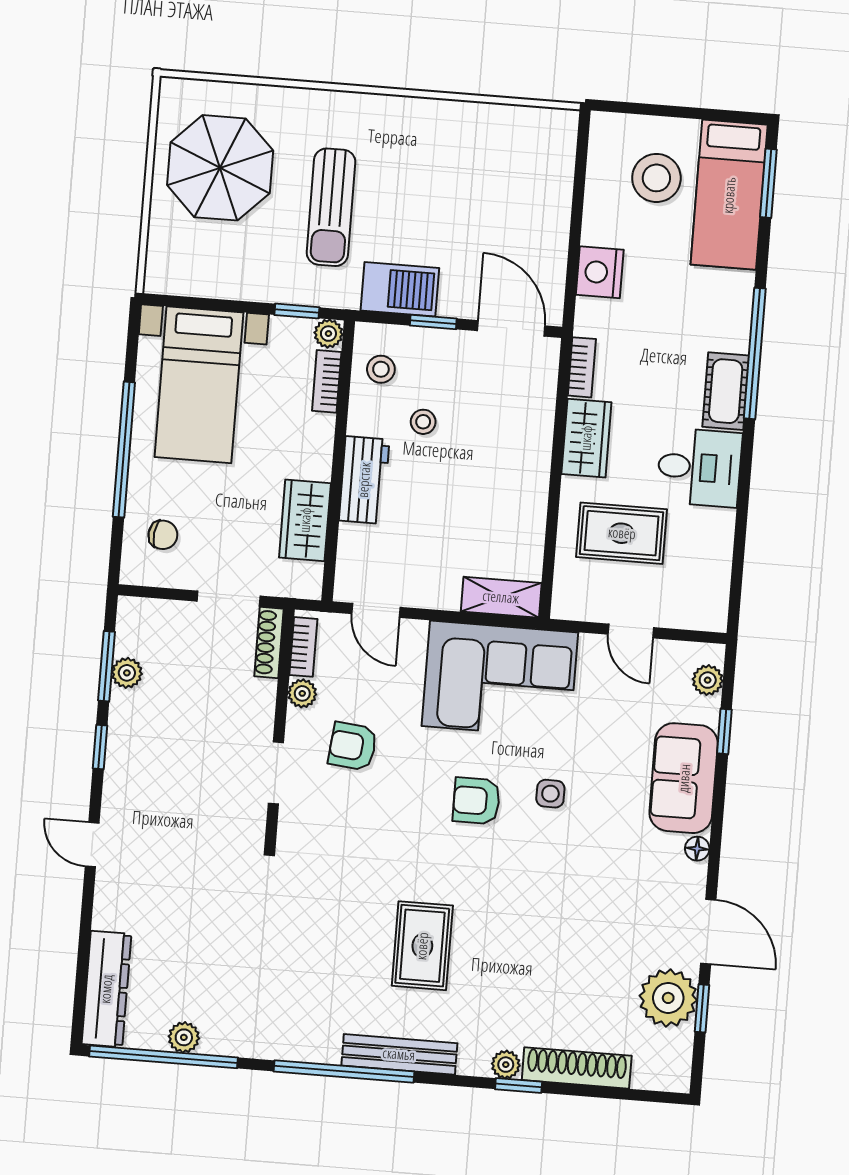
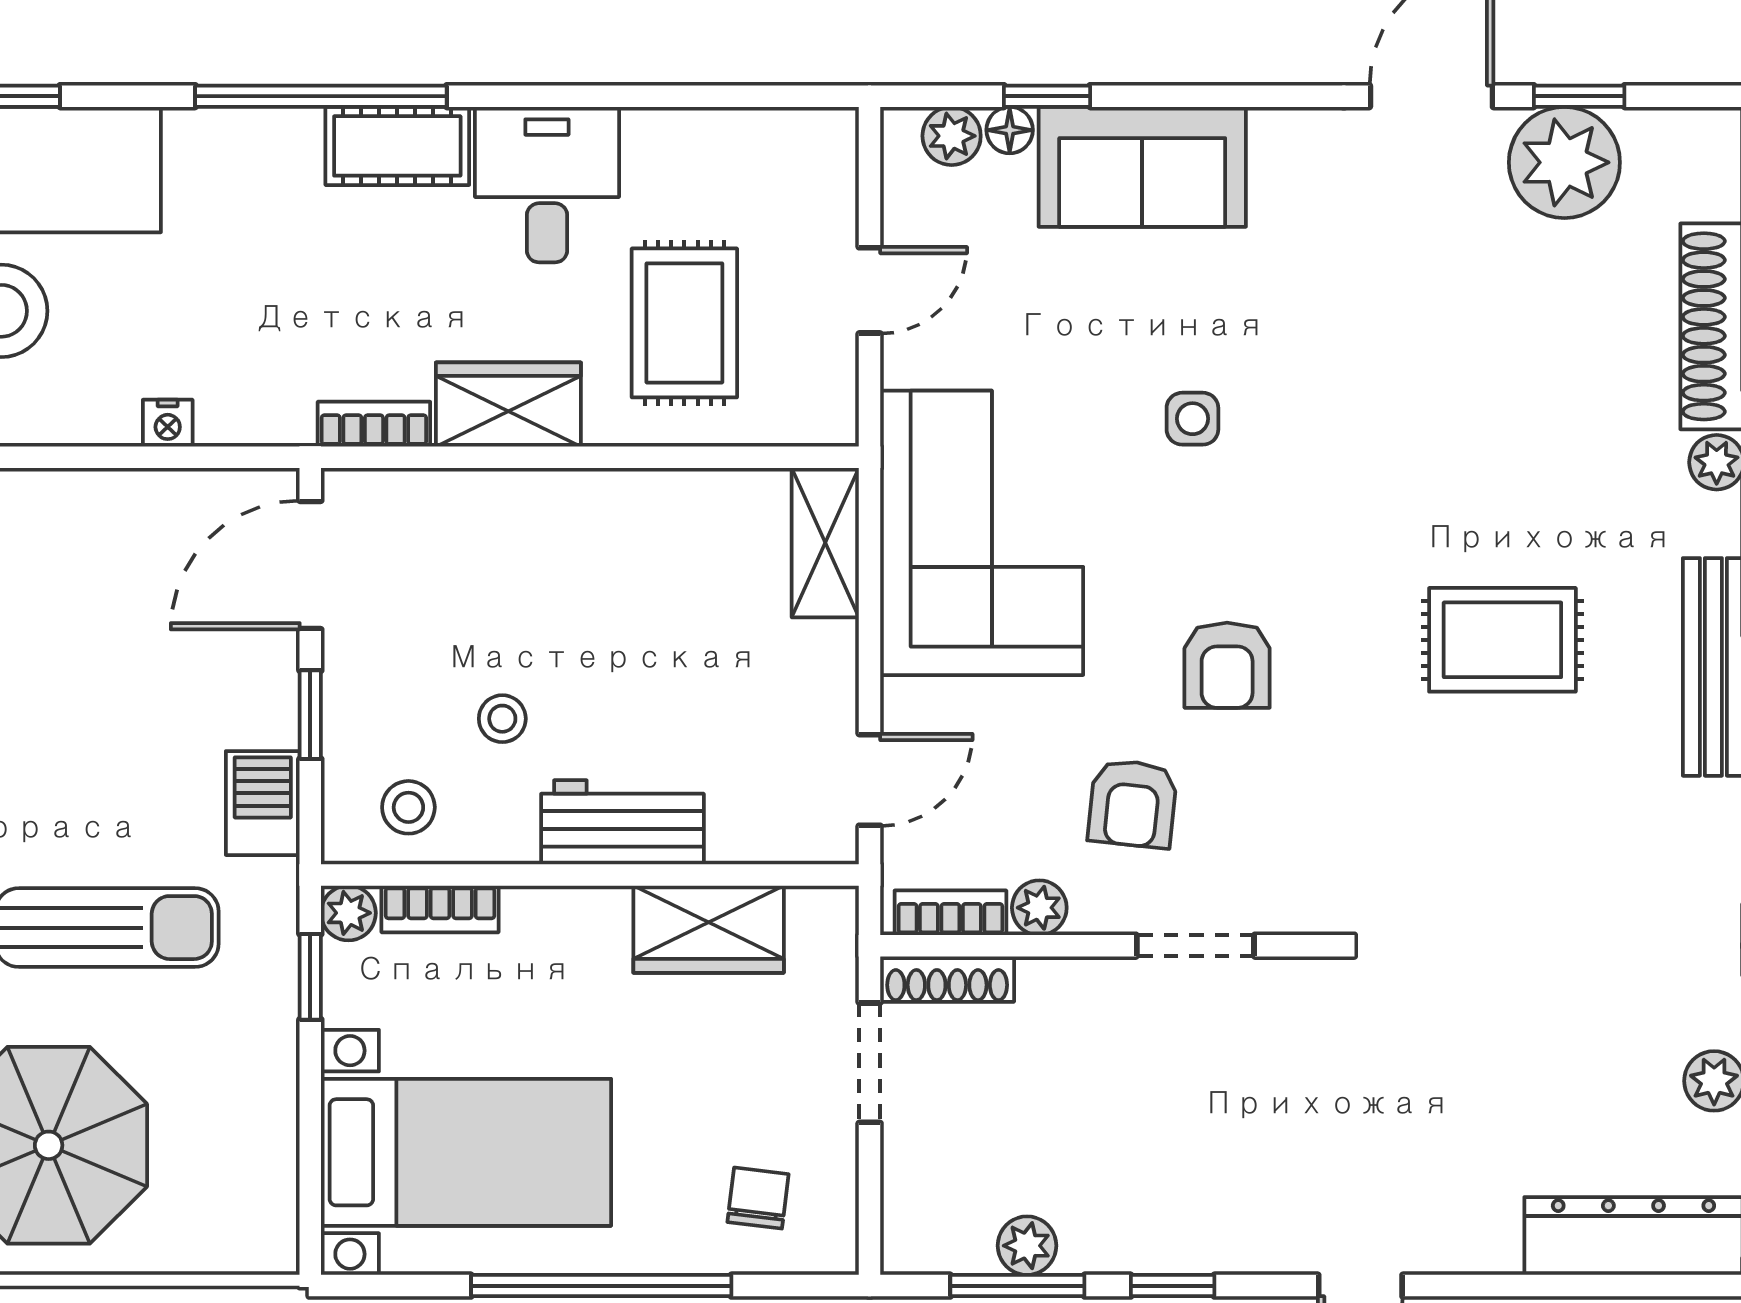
nightstand: (600, 272) -> (168, 423), width x0.53, depth x0.56
barbecue: (400, 289) -> (263, 803), width x0.73, depth x0.79
armchair: (476, 801) -> (1227, 665), moved
floor lamp: (697, 849) -> (1010, 130), moved

